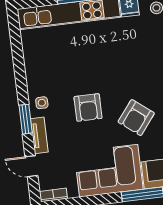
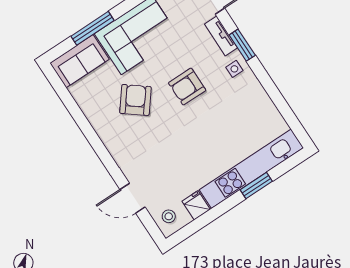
armchair: (88, 107) -> (187, 87), turned -90

